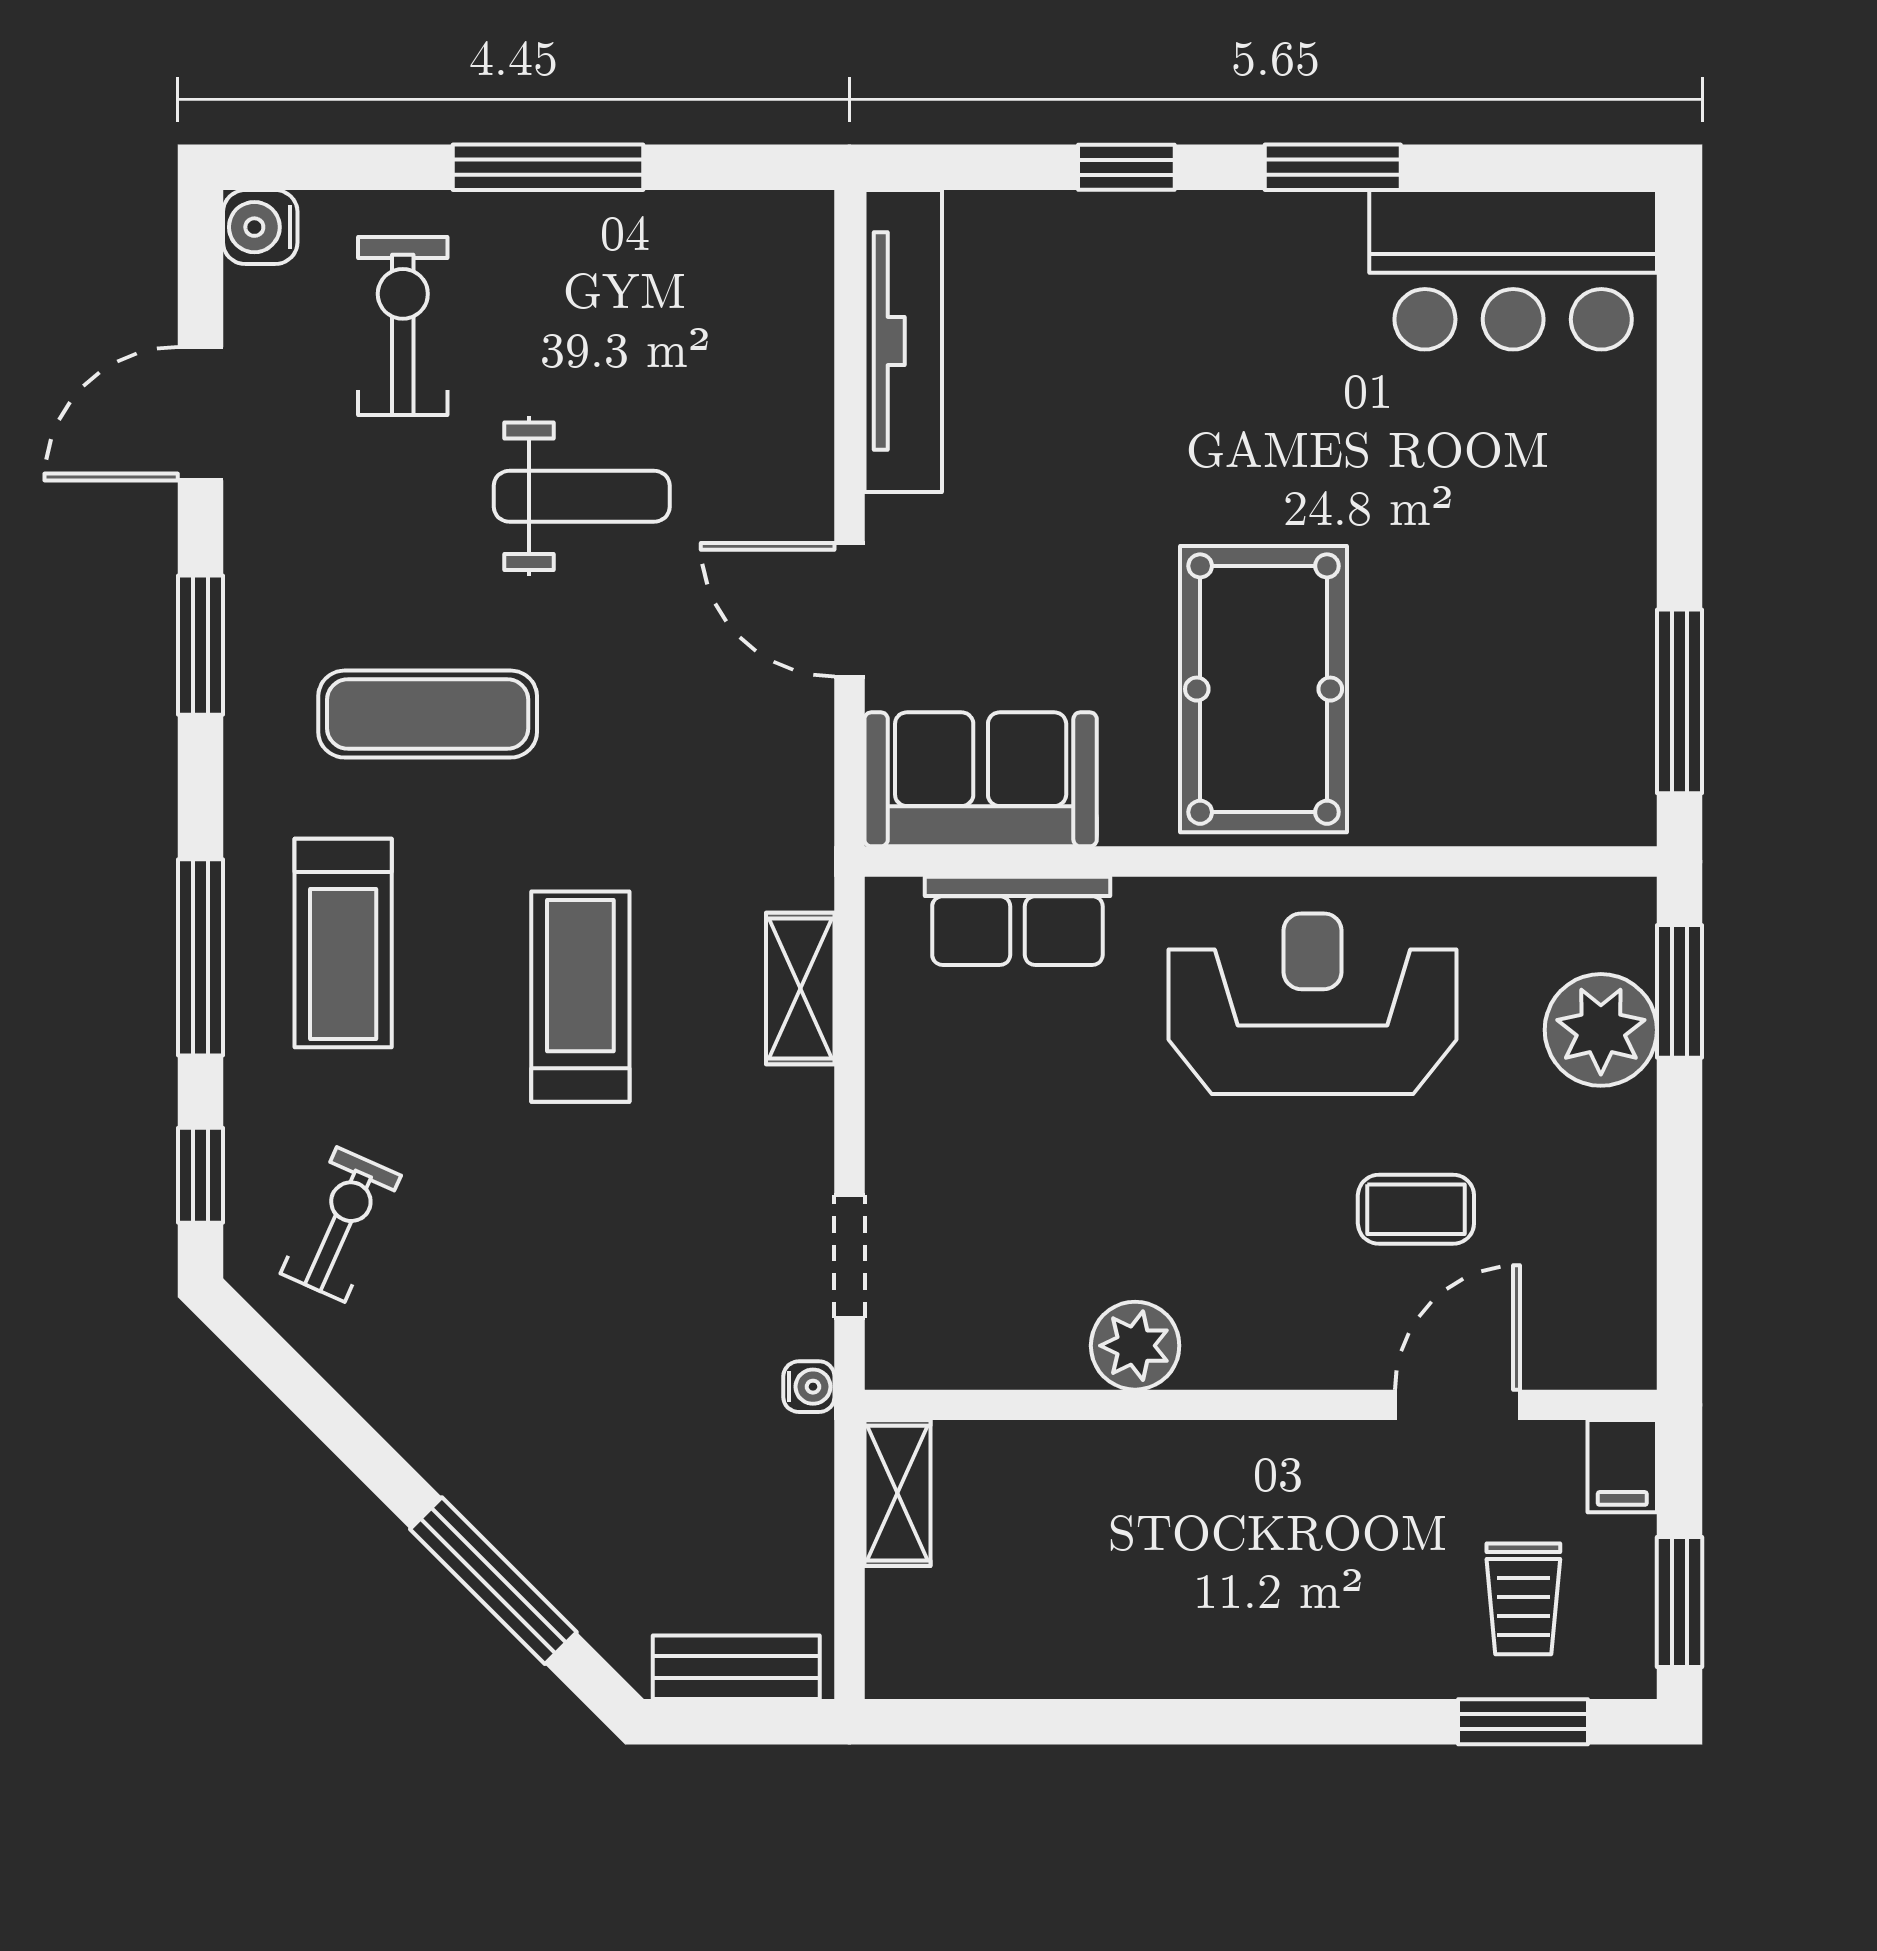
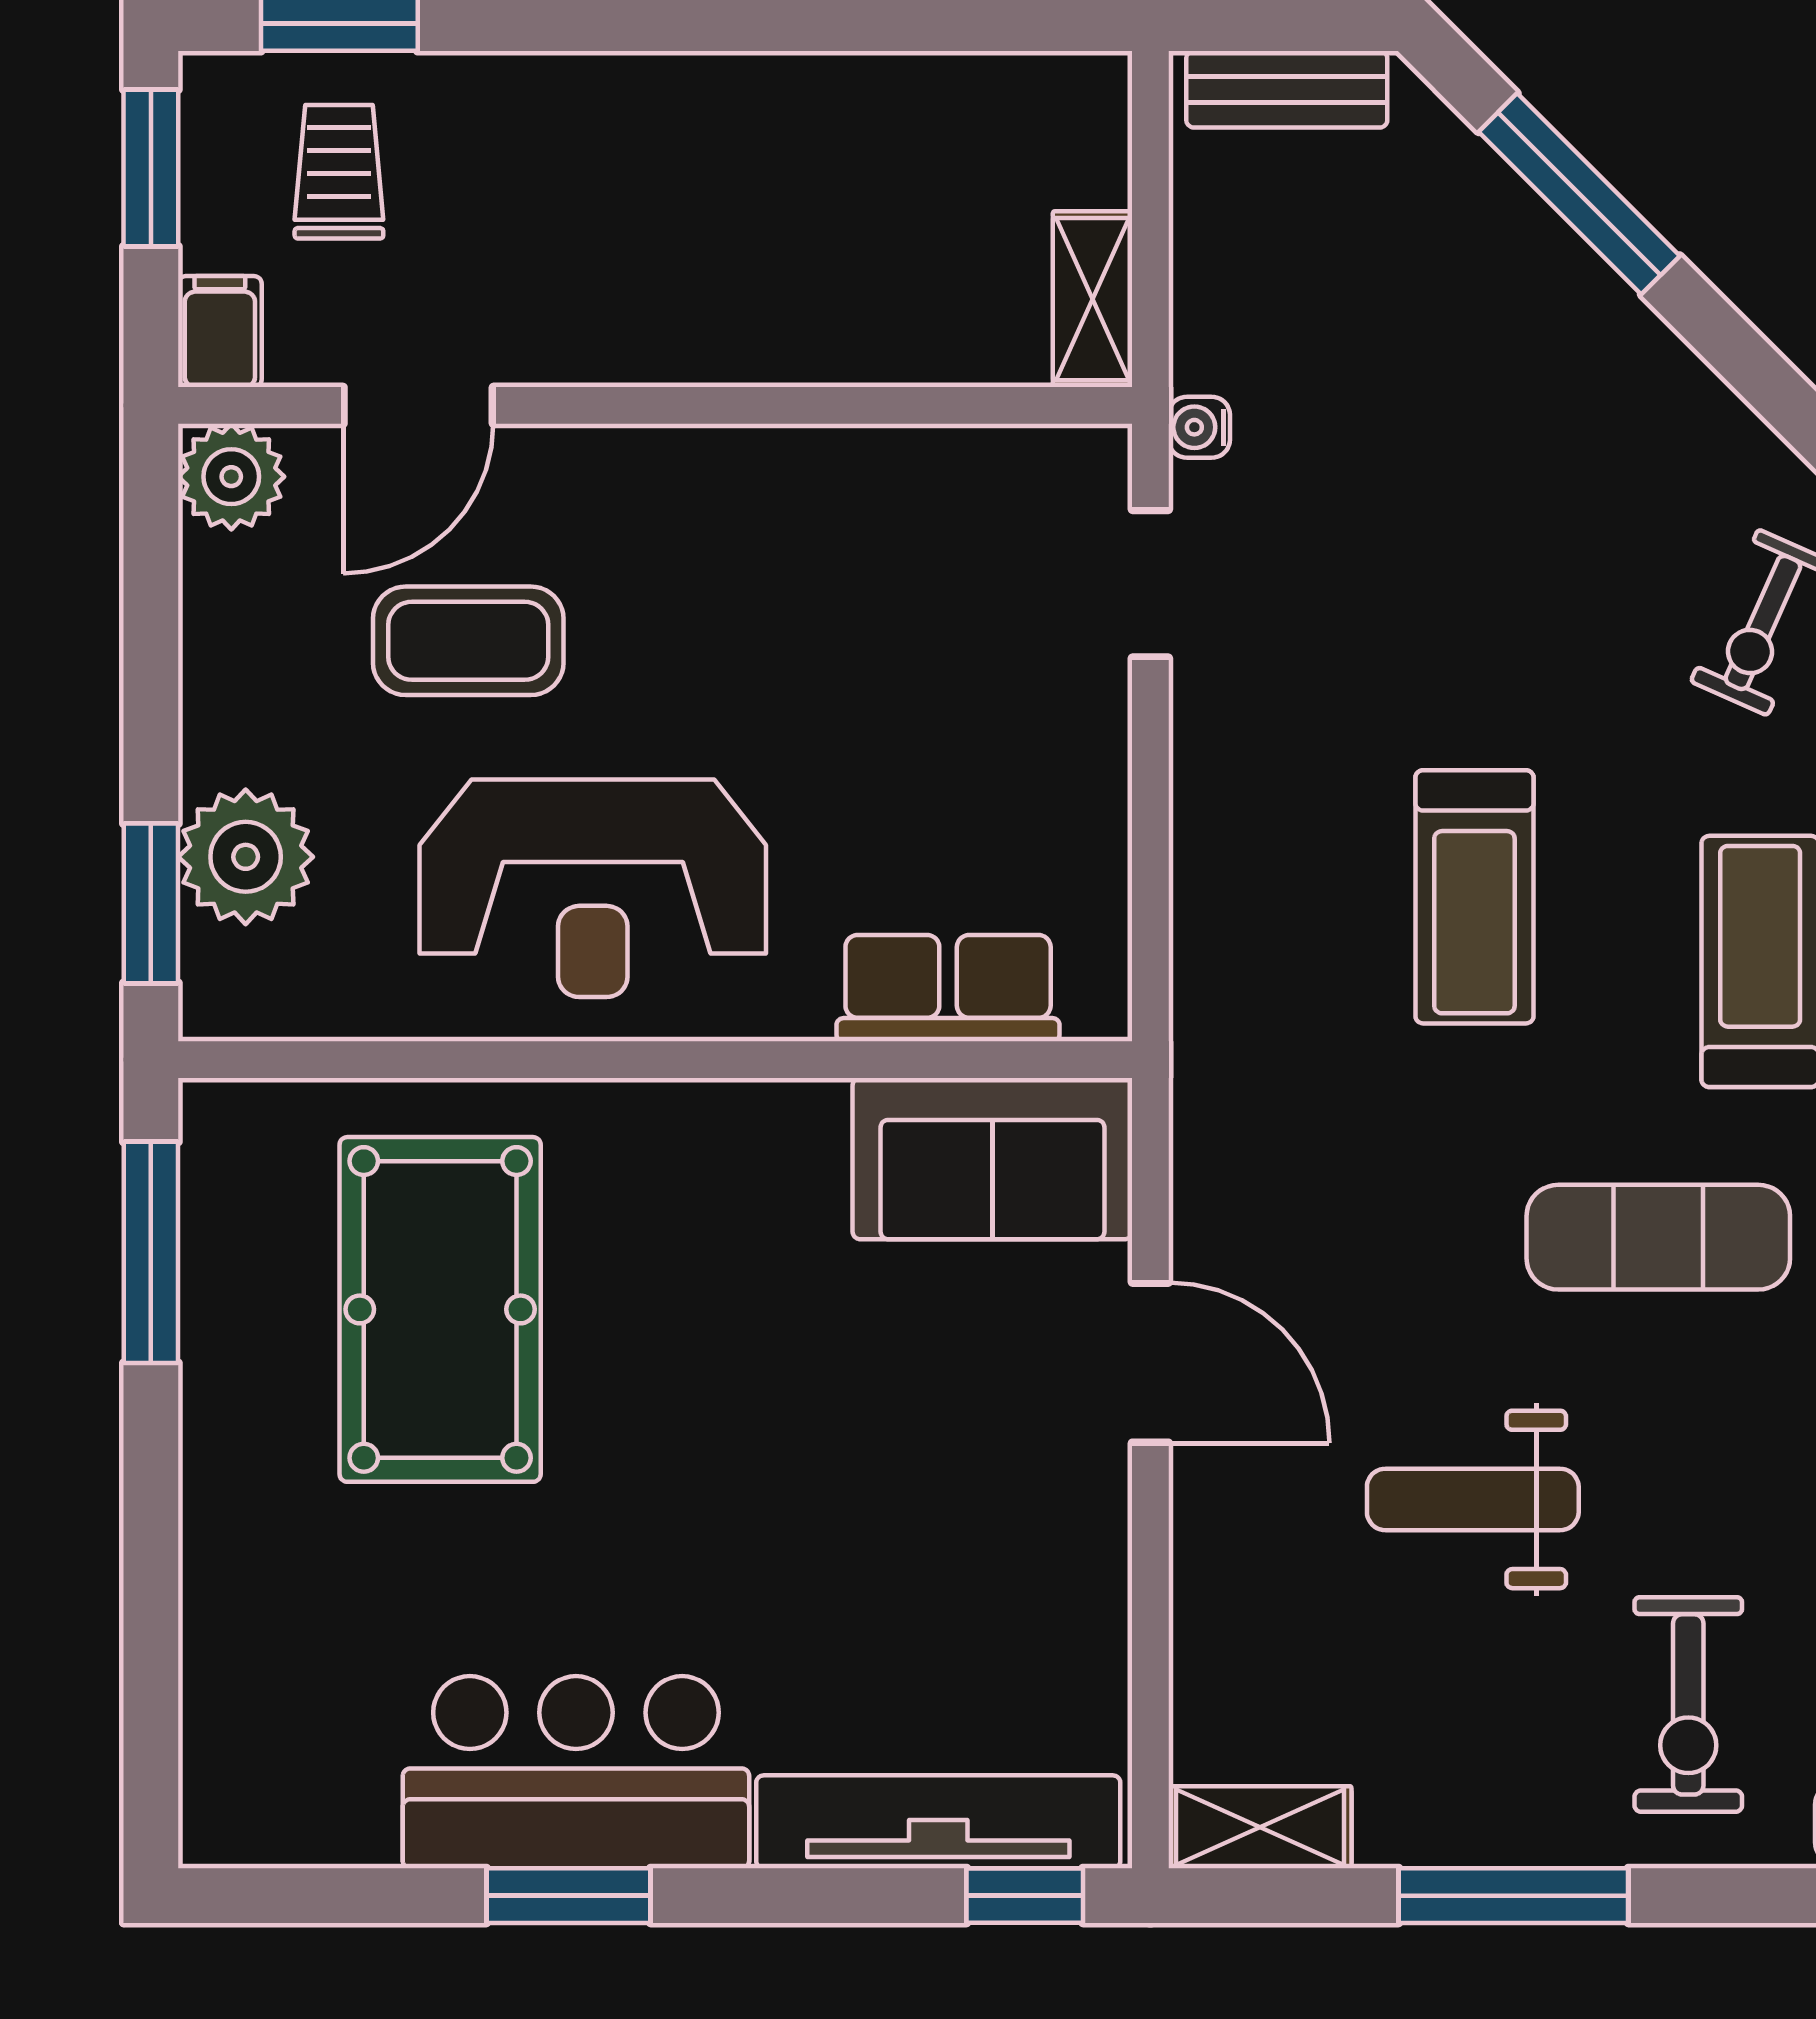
window: (1126, 167) -> (1025, 1896), moved
bar counter: (1513, 270) -> (576, 1772), moved
tv unit: (903, 341) -> (938, 1822), moved, turned 90
pool table: (1264, 689) -> (440, 1309), moved
shelving: (800, 989) -> (1260, 1827), moved, turned 90
coffee table: (1416, 1209) -> (468, 641), width x1.36, depth x1.30
plant: (1135, 1346) -> (231, 477), moved

